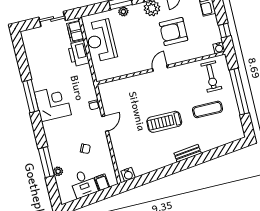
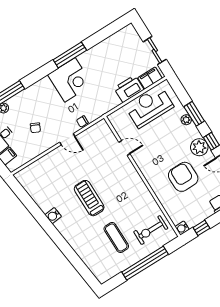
door: (160, 68) -> (124, 148), moved
bench: (188, 153) -> (65, 232), removed
water cooler: (128, 174) -> (53, 216), moved

